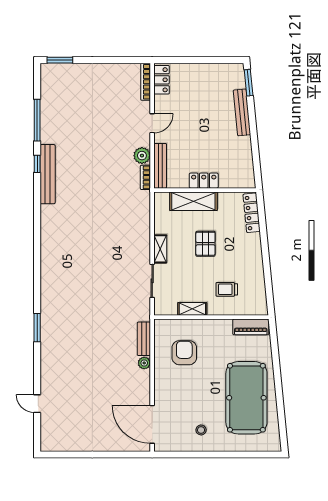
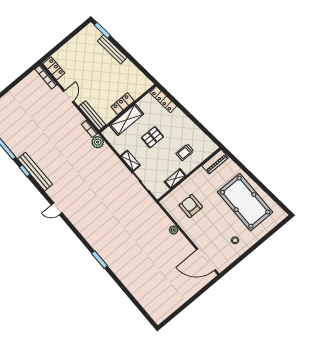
plant: (142, 156) -> (98, 142), moved
pallet: (205, 244) -> (152, 137), turned 90
bench: (144, 339) -> (162, 217), removed
door: (37, 404) -> (57, 209), moved

